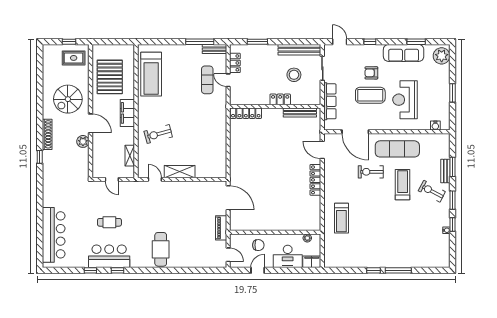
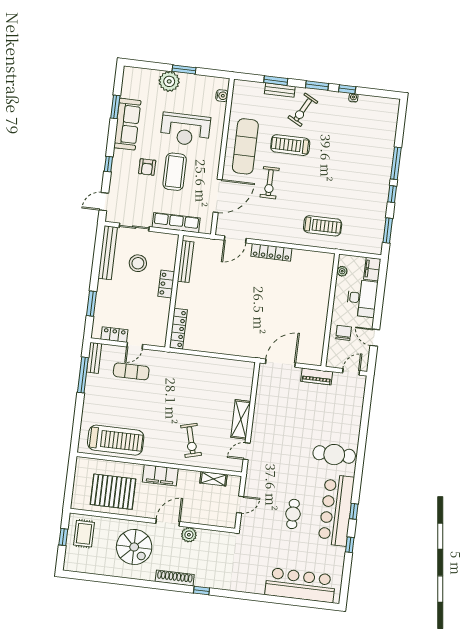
plant: (442, 56) -> (169, 81), moved
bar counter: (109, 256) -> (336, 510), width x1.36
window: (344, 270) -> (388, 230), added

